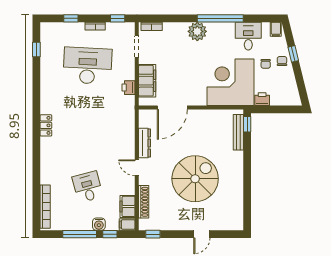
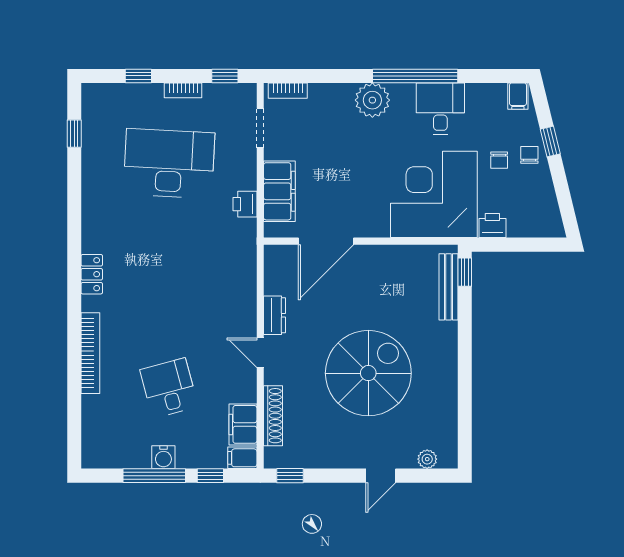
desk: (248, 36) -> (440, 109), moved
dresser: (144, 143) -> (275, 315), width x0.70
bookcase: (45, 207) -> (90, 353), moved
water cooler: (99, 224) -> (163, 457), moved
plant: (227, 225) -> (427, 459), added

